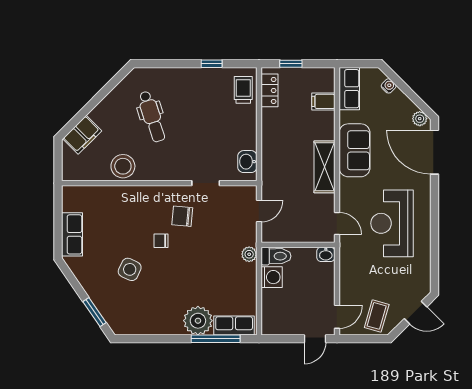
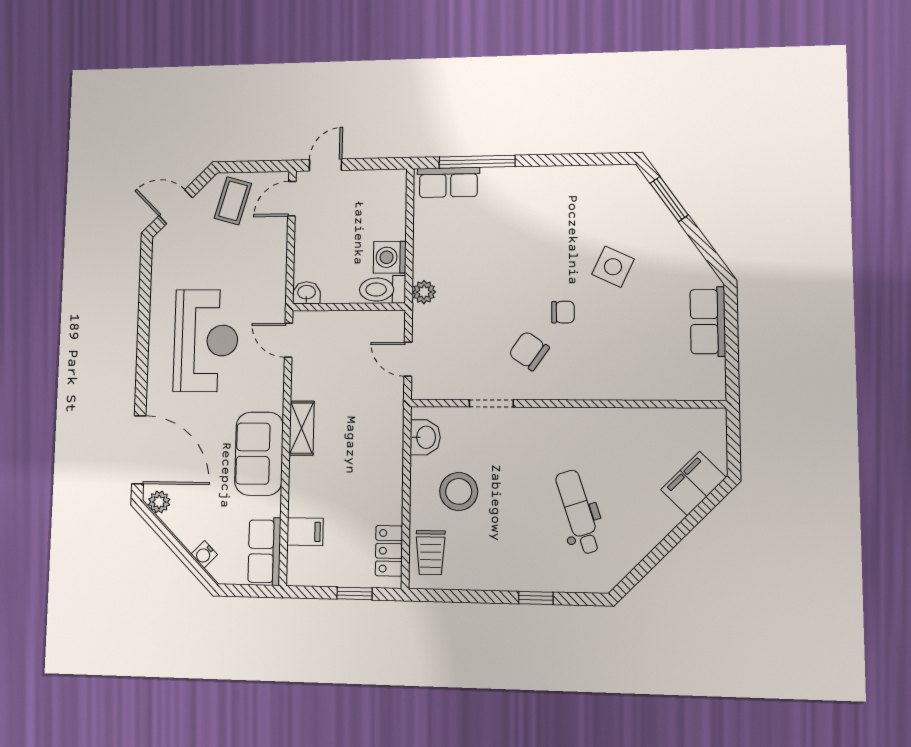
window: (212, 64) -> (536, 598), moved
stool: (123, 166) -> (459, 491), moved
shelving: (324, 167) -> (302, 428), width x0.67, depth x0.75
door: (259, 211) -> (408, 359), hinge flipped
chair: (182, 216) -> (529, 351), turned -150
plant: (198, 321) -> (504, 189), removed

